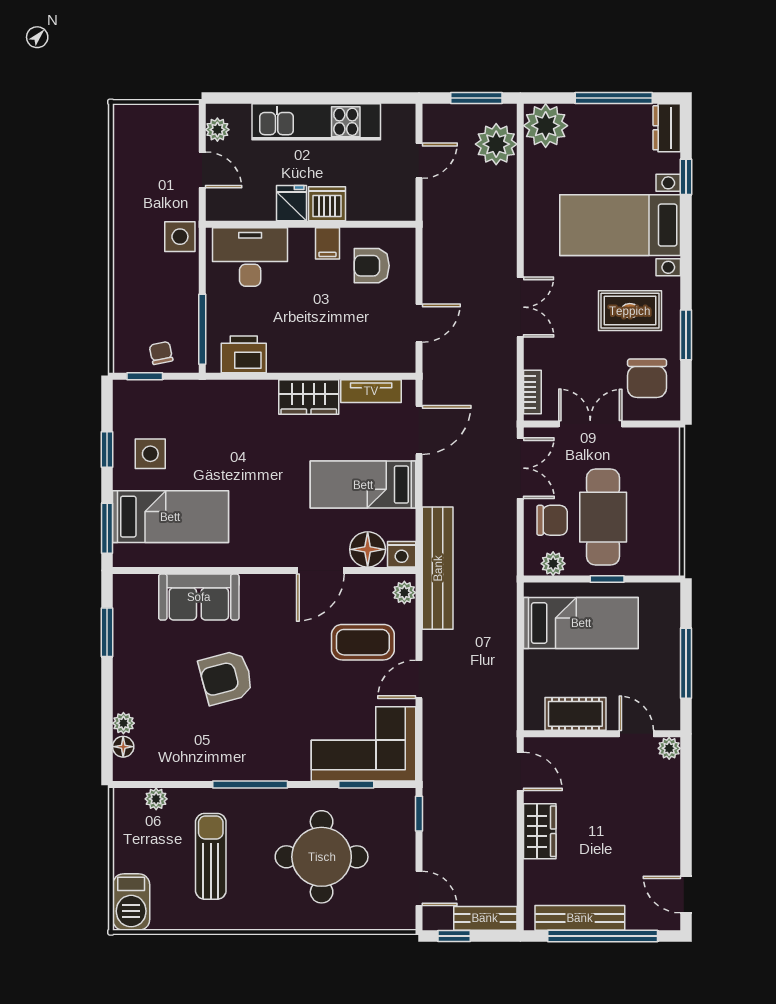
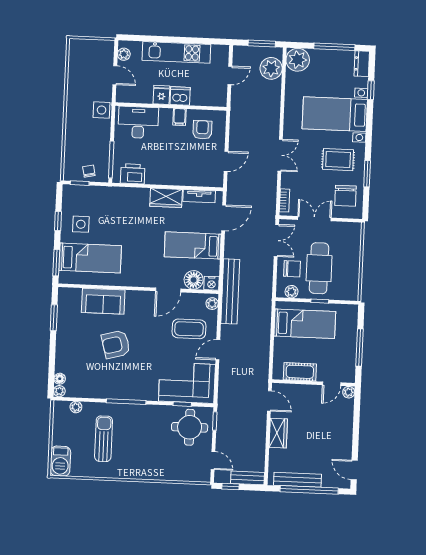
armchair: (372, 266) -> (202, 130), turned 90
plant: (123, 723) -> (59, 391), moved
door: (636, 734) -> (332, 384), swing flipped
round table: (322, 857) -> (190, 427), moved, width x0.73, depth x0.73

